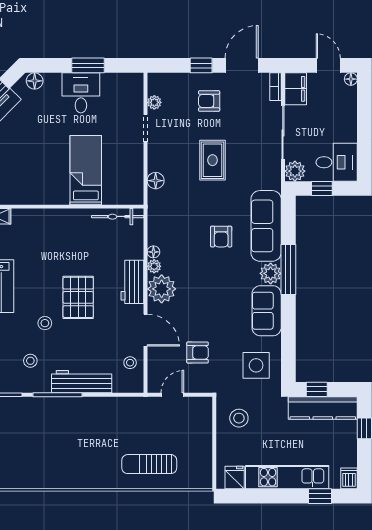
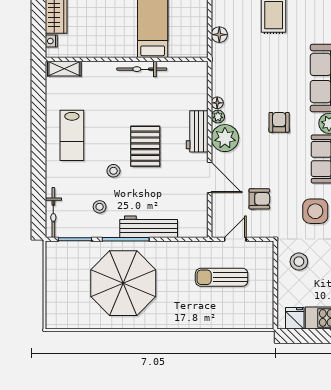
bicycle: (118, 217) -> (142, 69), moved
armchair: (221, 237) -> (279, 122), moved, turned 180
stool: (130, 363) -> (195, 209), removed
parasol: (55, 441) -> (123, 283), added
sun lounger: (149, 464) -> (222, 277), moved

